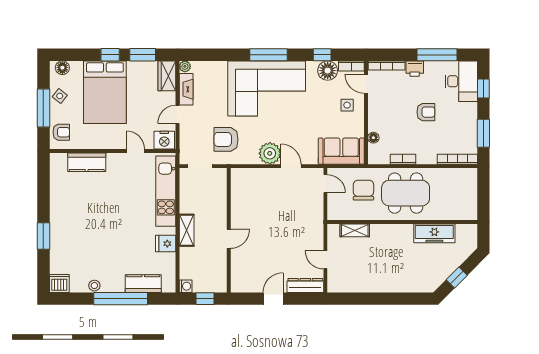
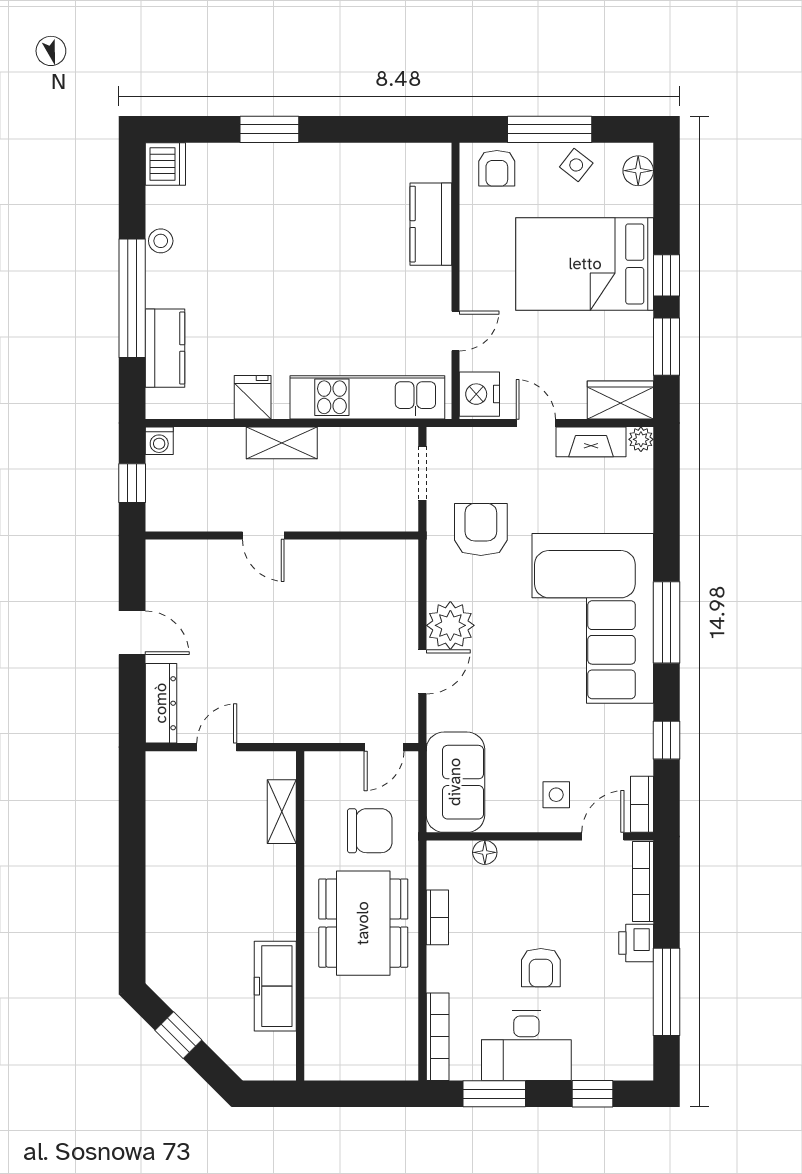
floor lamp: (328, 71) -> (632, 752), removed
desk: (461, 81) -> (526, 1045), moved

